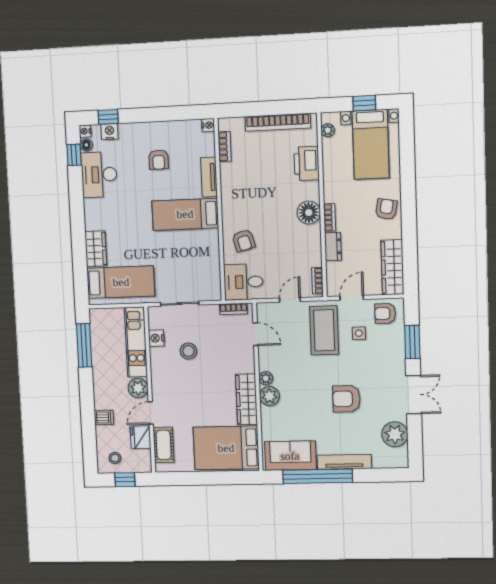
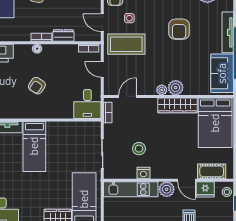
floor lamp: (309, 213) -> (37, 49), width x0.53, depth x0.53
armchair: (244, 240) -> (37, 86), moved, turned 138
nightstand: (156, 338) -> (143, 173), moved
stool: (115, 458) -> (227, 192), moved

